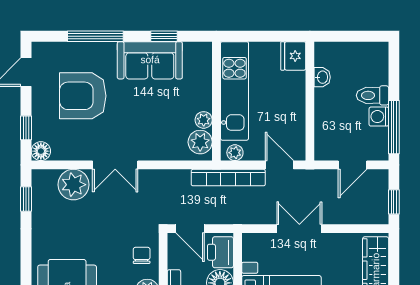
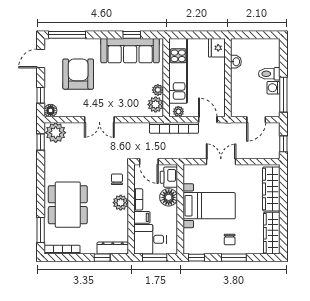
window: (95, 36) -> (67, 35), moved
sofa: (150, 60) -> (130, 51), width x1.36
armchair: (83, 96) -> (78, 74), turned 90
plant: (73, 185) -> (56, 133), moved

